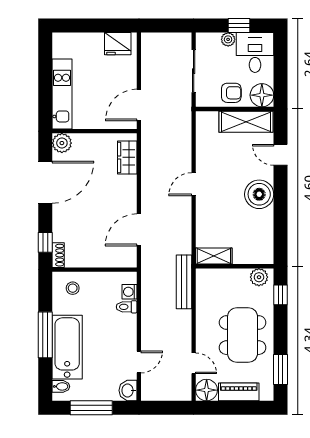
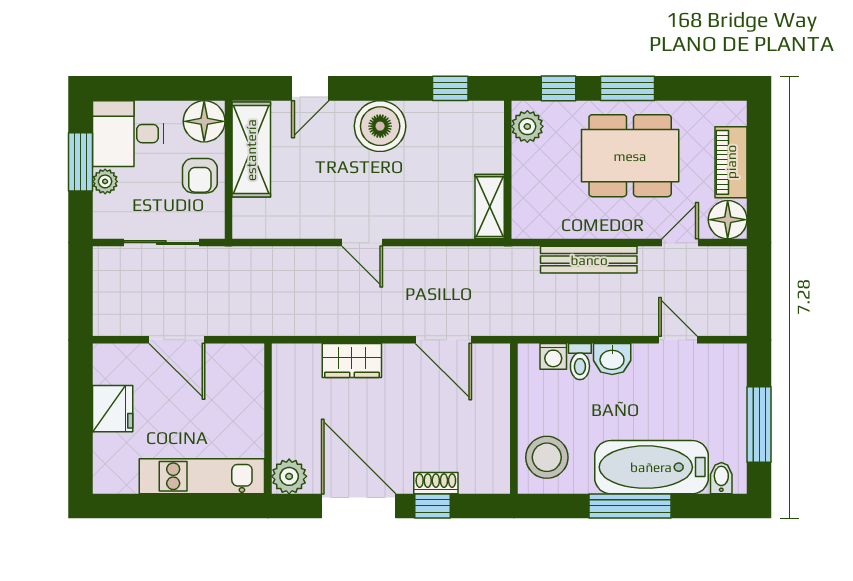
window: (239, 26) -> (80, 162), width x1.50
fridge: (118, 44) -> (113, 409), moved
armchair: (231, 93) -> (200, 176), turned 180
door: (139, 105) -> (177, 340), moved
wardrobe: (127, 157) -> (352, 360), moved
window: (280, 234) -> (450, 88), added
window: (45, 242) -> (432, 506), moved
shoe rack: (58, 255) -> (436, 483), moved
bench: (184, 282) -> (589, 260), moved
stool: (73, 288) -> (547, 457), width x1.89, depth x1.89
window: (280, 369) -> (628, 88), moved
washbasin: (128, 390) -> (612, 359), moved

